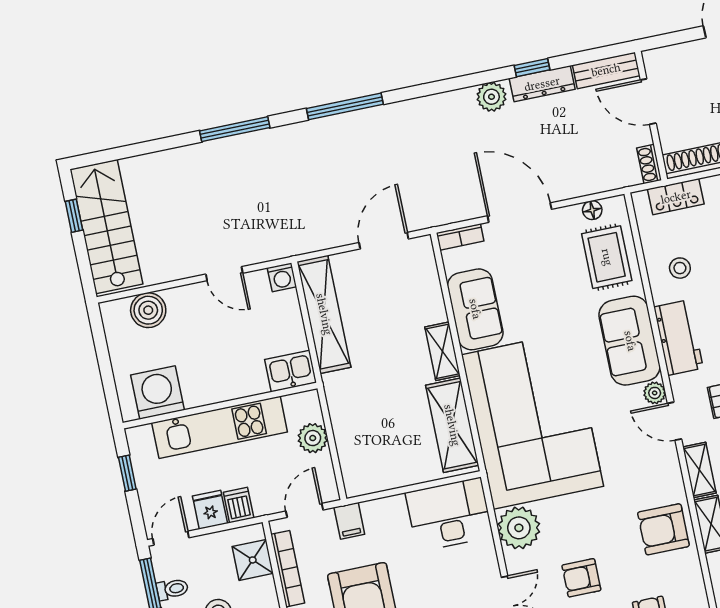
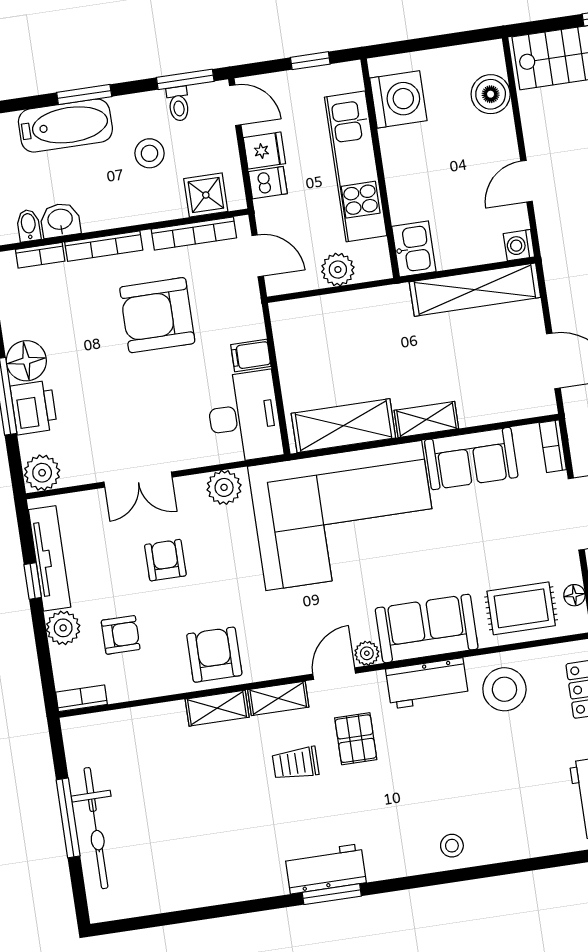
stool: (680, 268) -> (504, 689), width x1.89, depth x1.89
filing cabinet: (349, 521) -> (251, 355), moved
plant: (519, 528) -> (224, 487), width x0.73, depth x0.73

